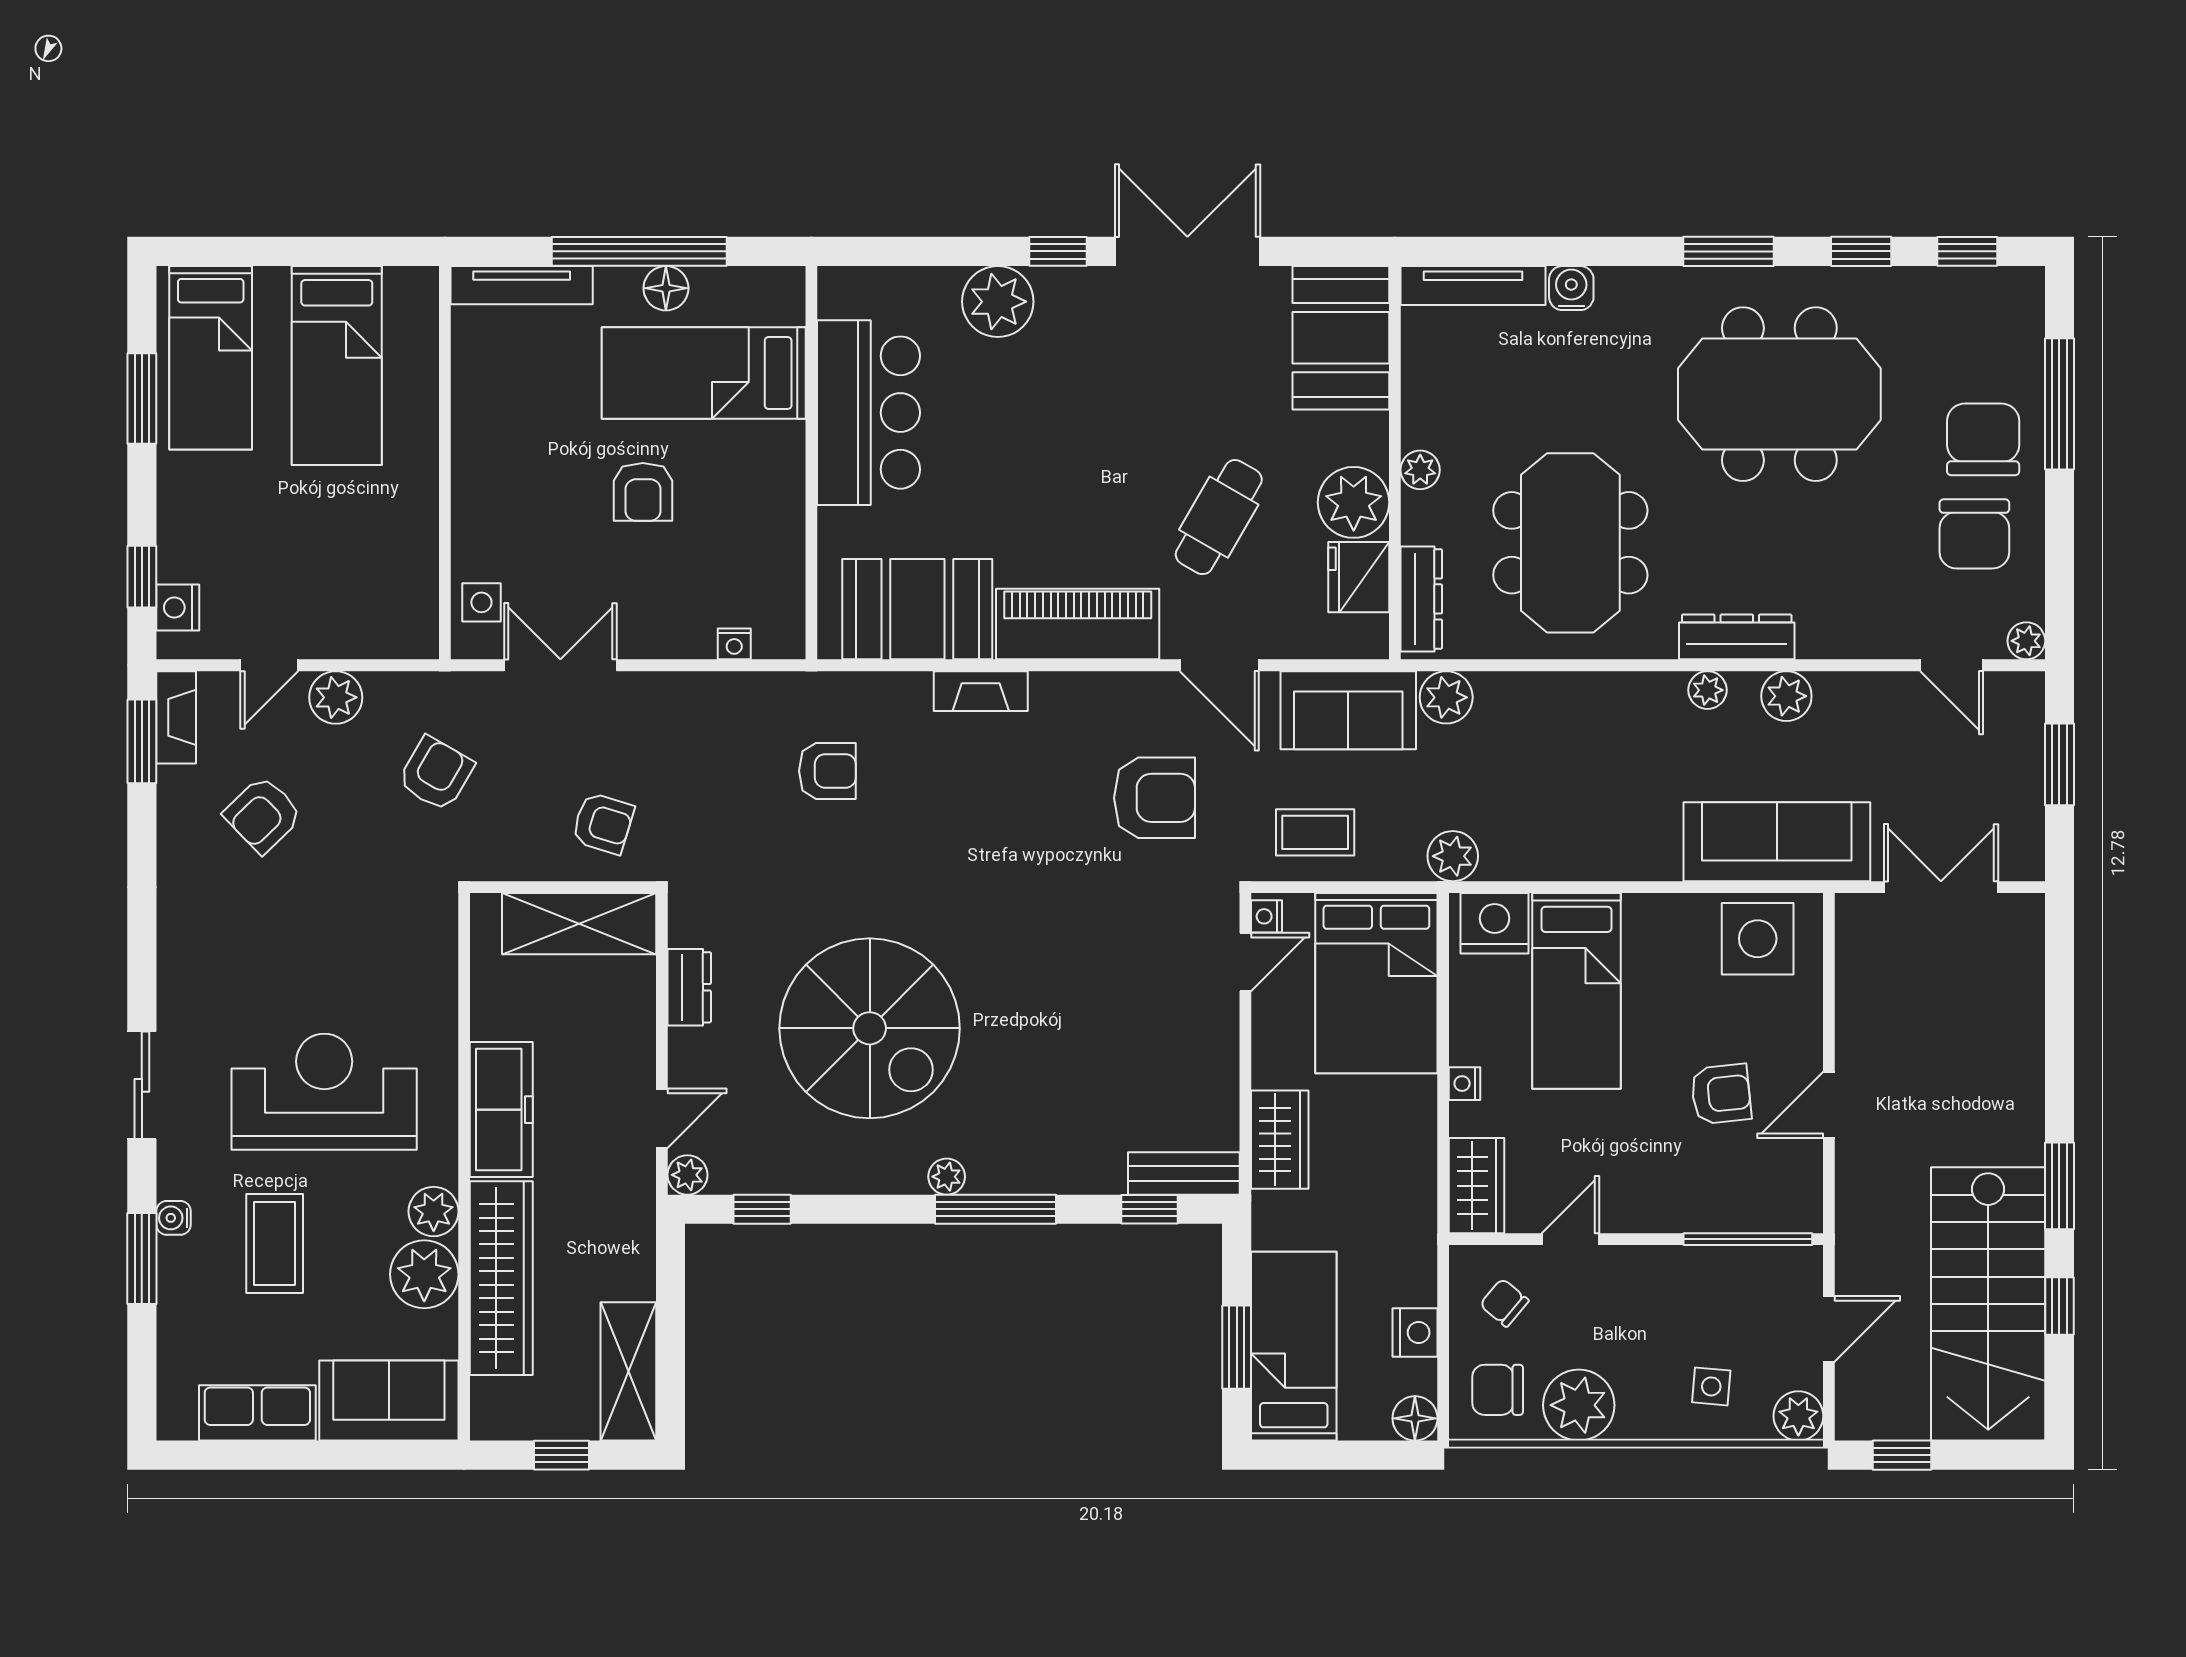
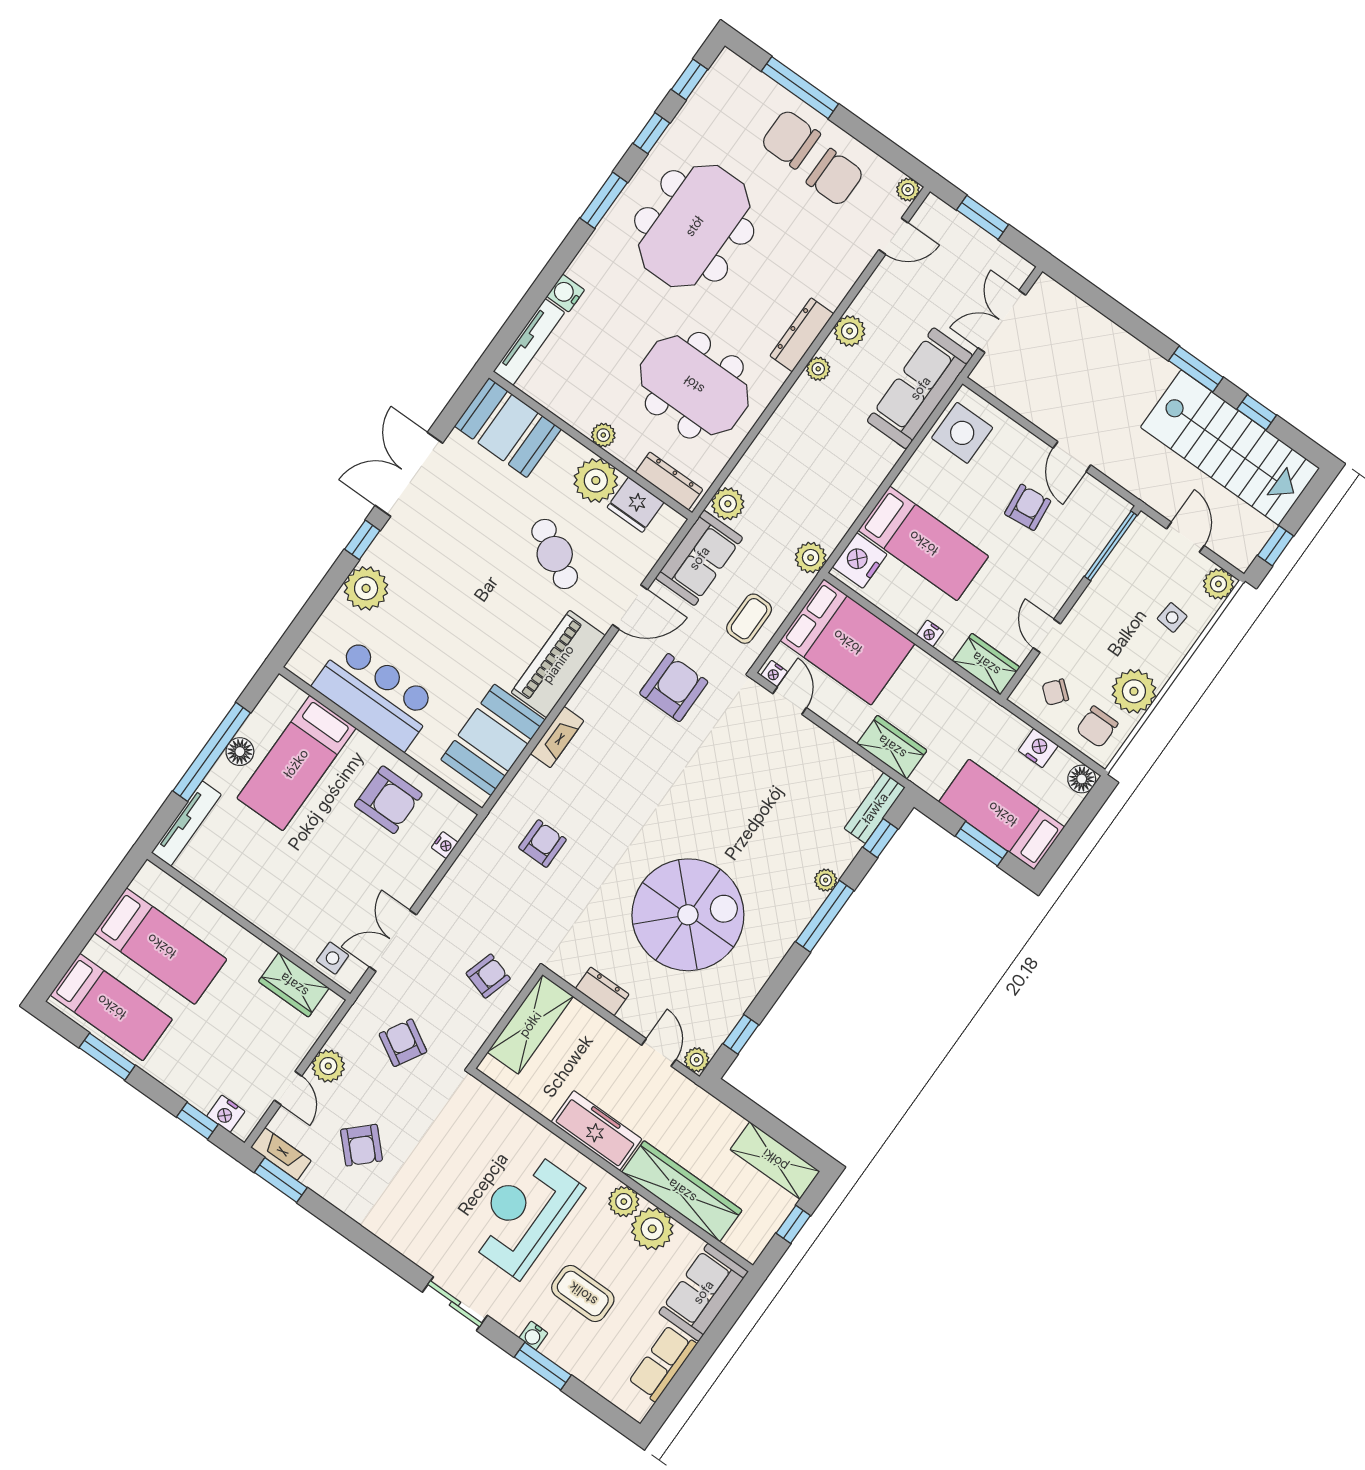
armchair: (643, 492) -> (388, 800), moved, width x1.38, depth x1.38
wardrobe: (410, 576) -> (294, 985), added
plant: (947, 1177) -> (826, 880), moved

